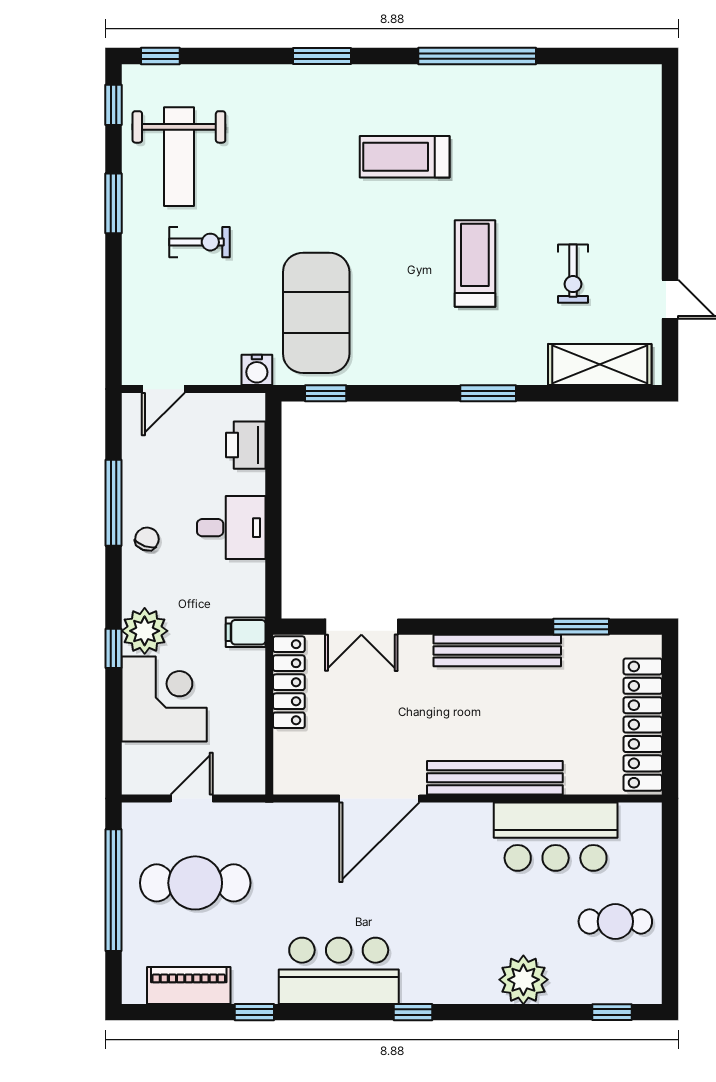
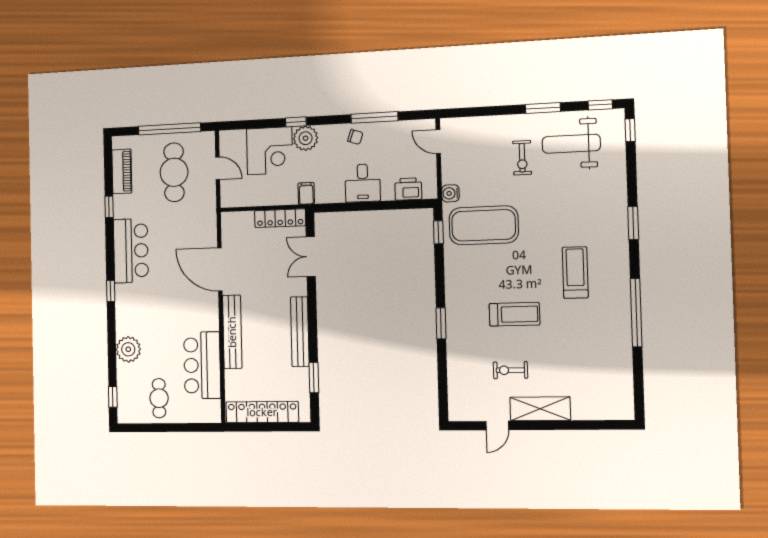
shelving: (600, 364) -> (540, 409), moved, turned 90

